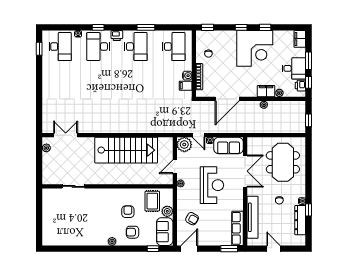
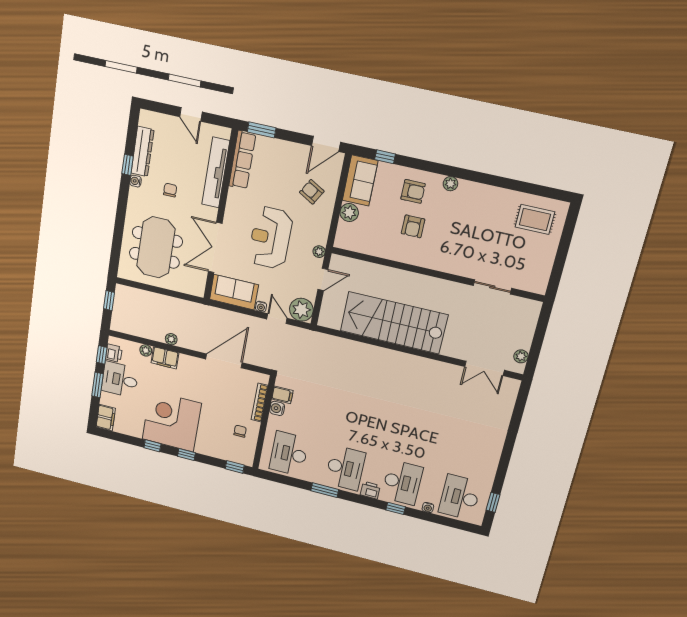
desk: (136, 47) -> (345, 468), turned 180
rug: (152, 201) -> (535, 219), moved, turned 90

